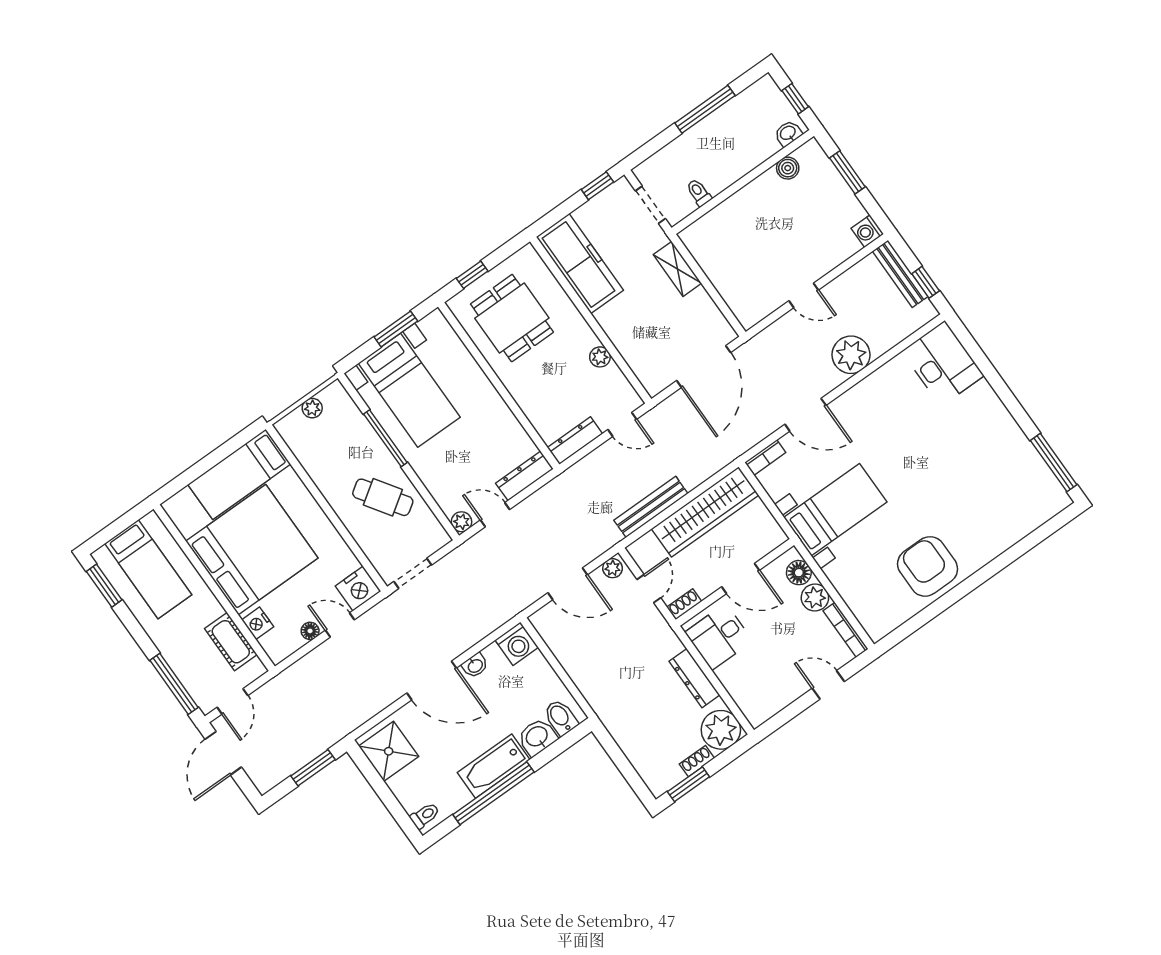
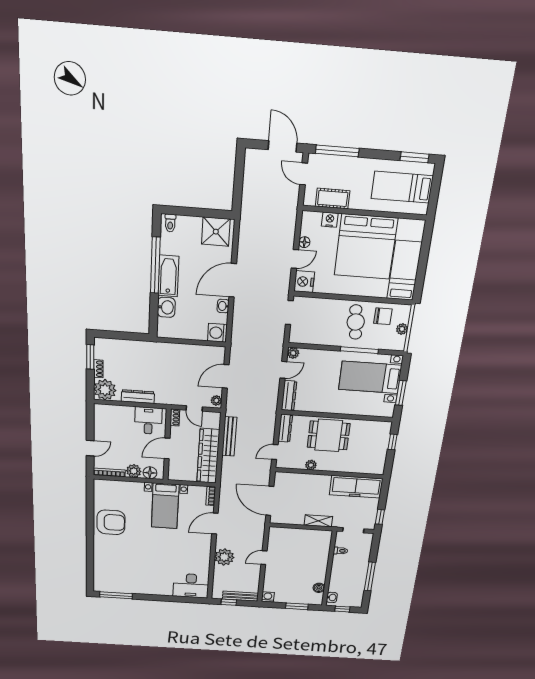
dining table: (512, 318) -> (329, 435), moved
chair: (317, 448) -> (383, 316), added
cafe table: (383, 497) -> (356, 322), moved, turned -63
bidet: (561, 717) -> (167, 325), removed
window: (313, 768) -> (238, 187), removed

